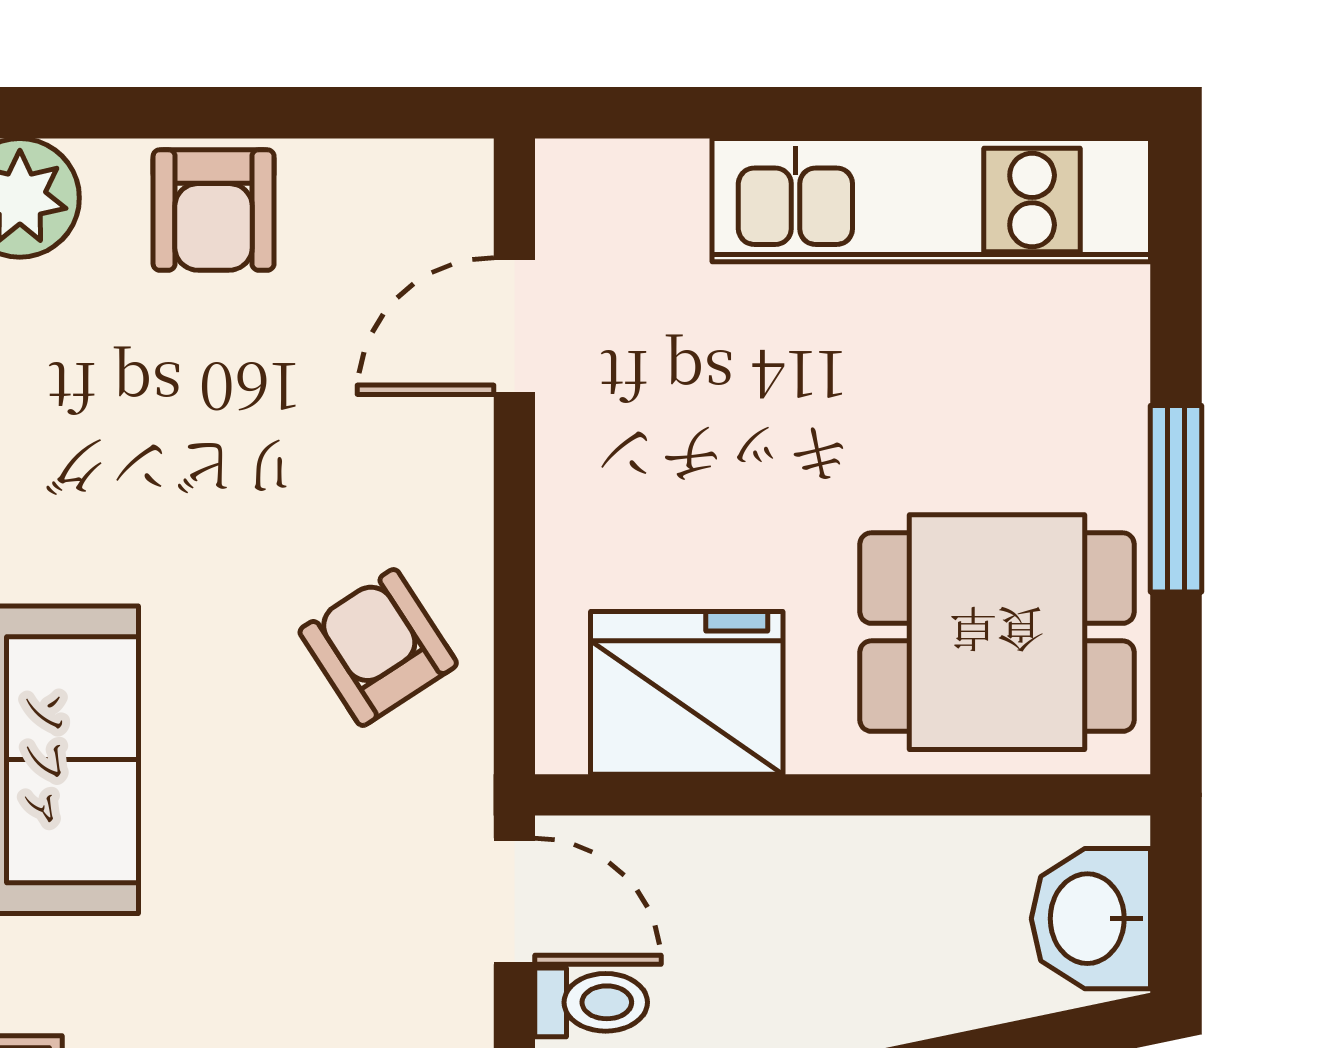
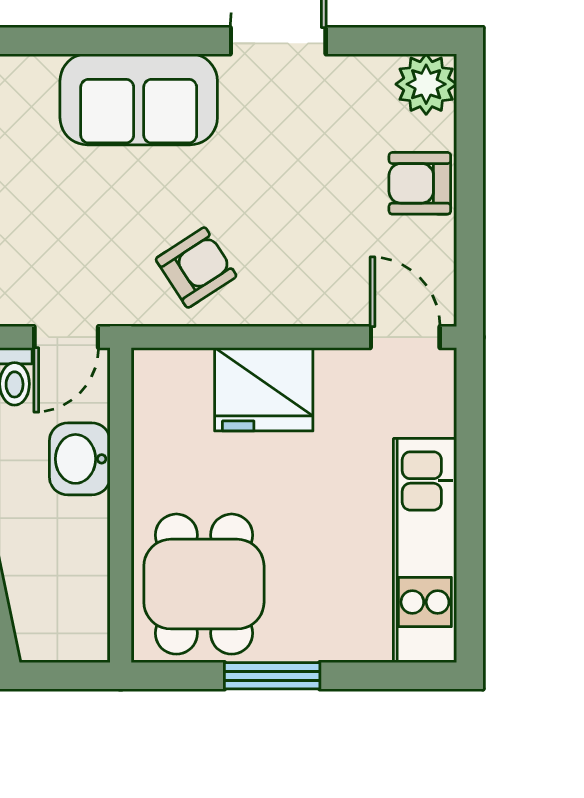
door: (514, 326) -> (405, 337), moved
fridge: (687, 693) -> (264, 389), moved, turned 90
washbasin: (1091, 919) -> (80, 459), moved, turned -90

